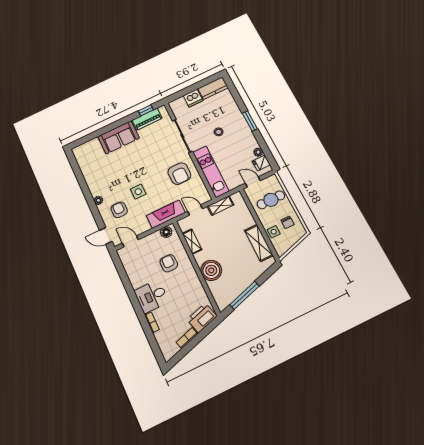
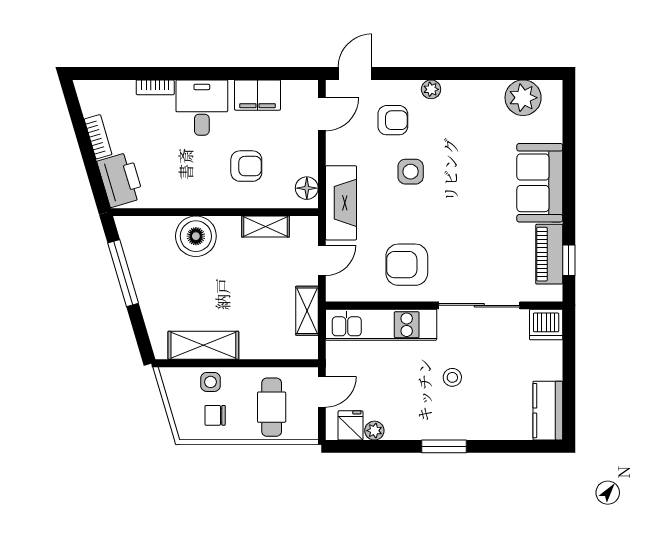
dishwasher: (193, 98) -> (546, 325), moved, turned -90
plant: (85, 161) -> (523, 98), added
filing cabinet: (134, 274) -> (258, 95), added

